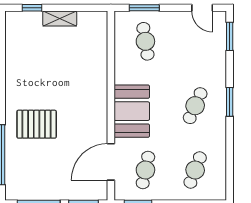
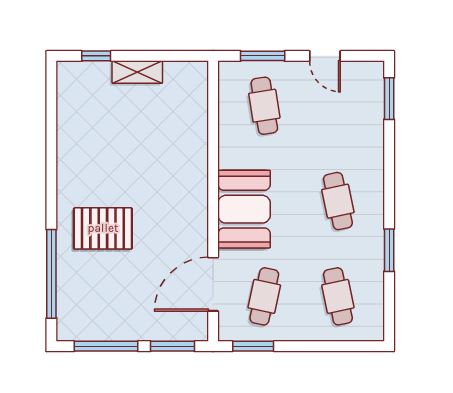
door: (202, 8) -> (325, 56), moved
window: (230, 102) -> (389, 250), moved
cafe table: (195, 106) -> (338, 201), turned -36
cafe table: (195, 170) -> (338, 296), turned -33

